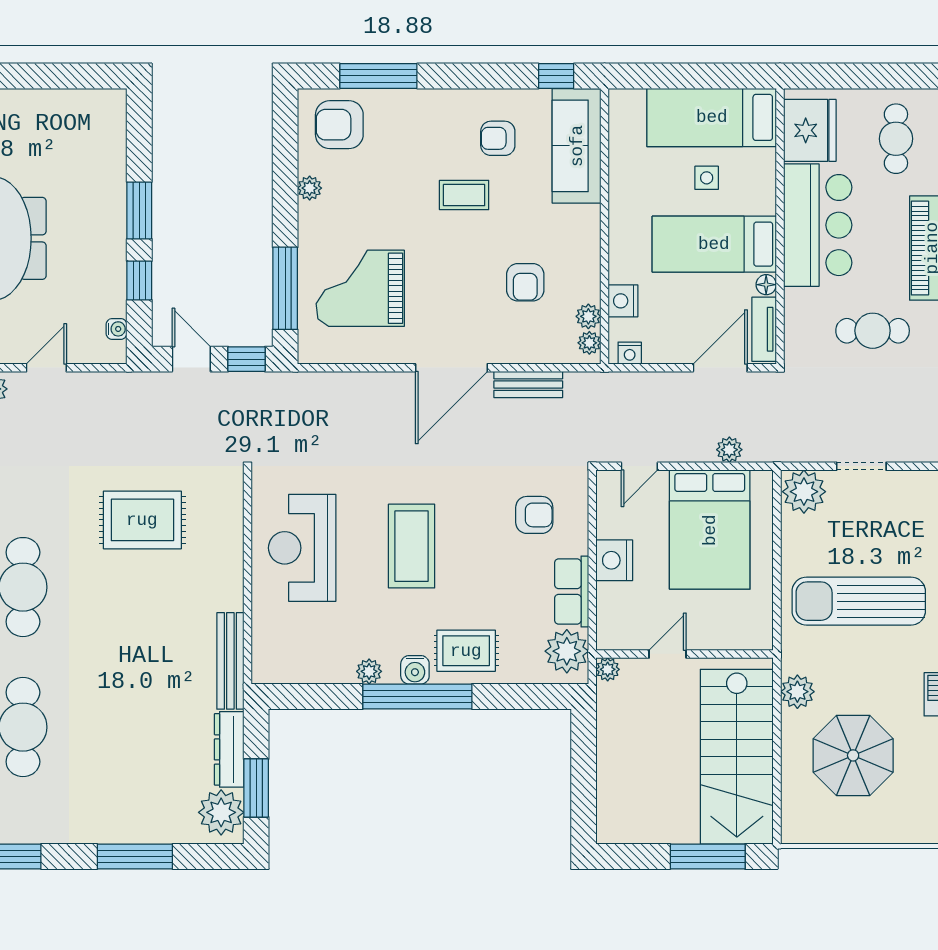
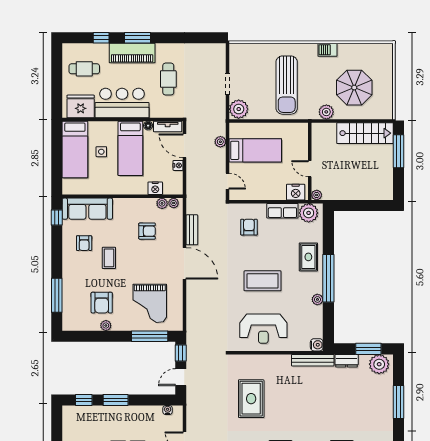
armchair: (339, 125) -> (102, 303), moved
window: (139, 281) -> (84, 400), moved
nightstand: (630, 353) -> (178, 165), moved
bed: (710, 530) -> (255, 150), width x0.67
nightstand: (614, 560) -> (296, 192), moved
water cooler: (415, 670) -> (317, 345), moved
dresser: (229, 749) -> (347, 361), width x0.70
stairs: (737, 757) -> (365, 133), width x0.73, depth x0.66

